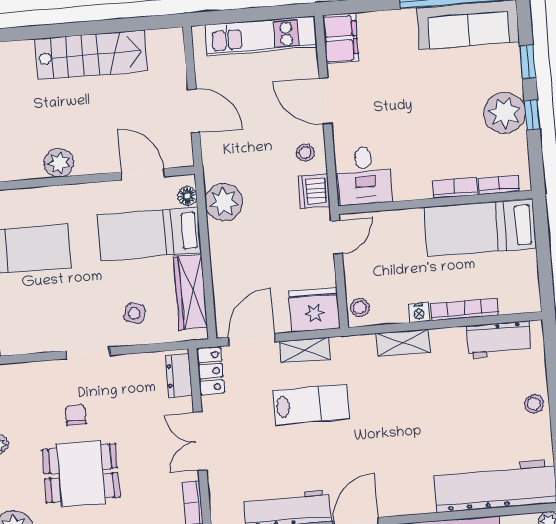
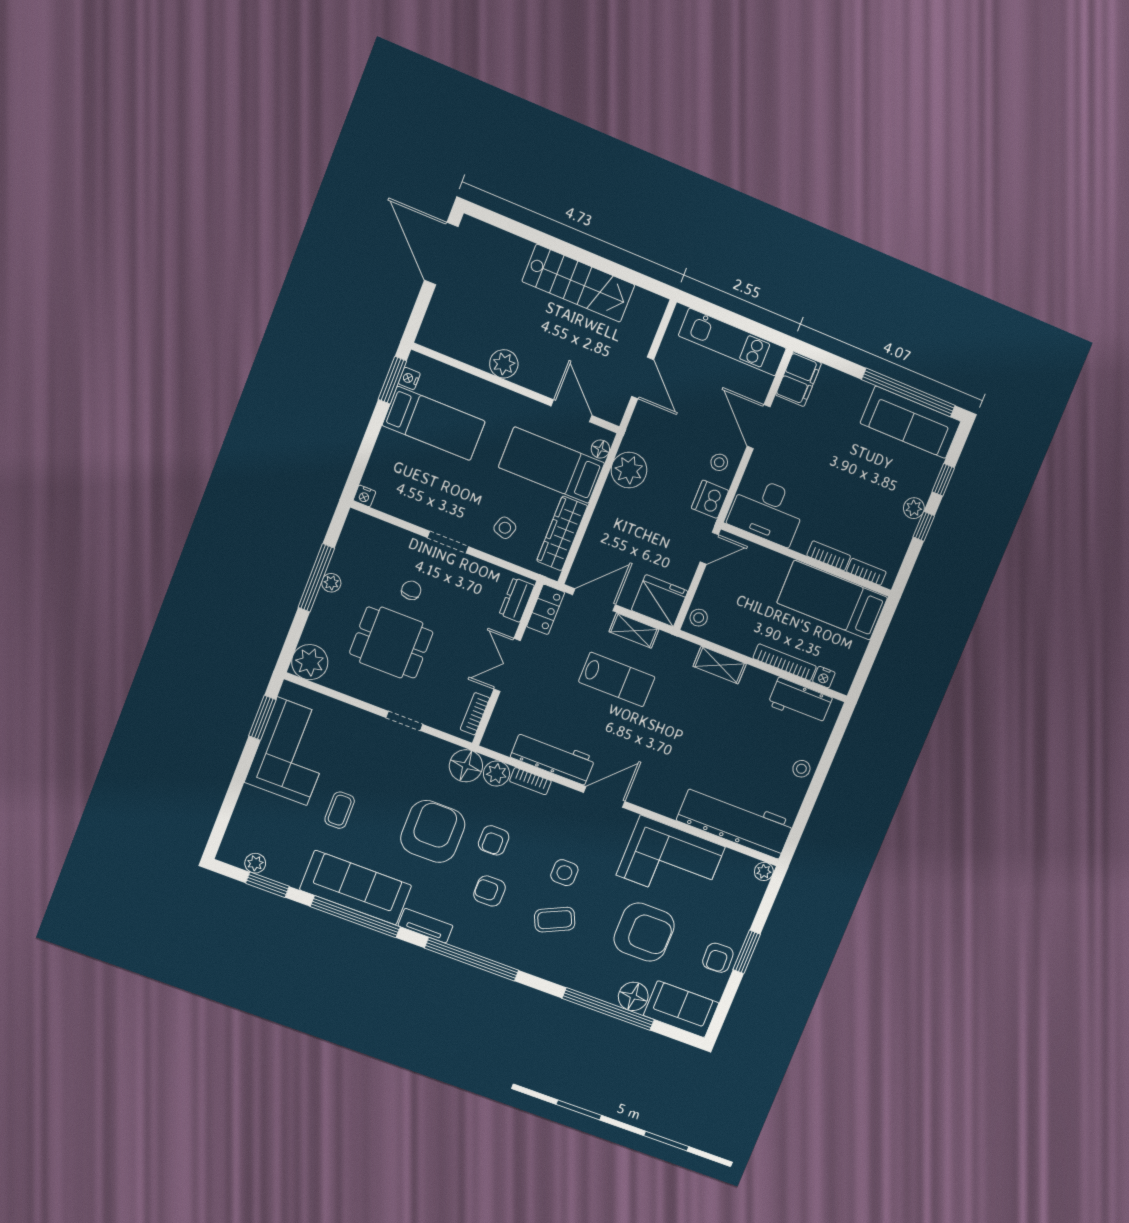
plant: (505, 113) -> (914, 508), width x0.53, depth x0.53
desk: (364, 176) -> (767, 511), width x1.37
nightstand: (419, 313) -> (824, 677), moved

